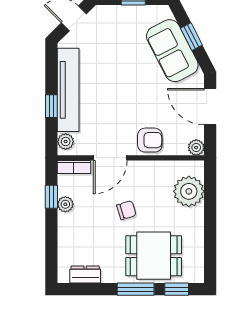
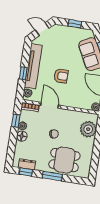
armchair: (150, 140) -> (61, 76), moved
door: (110, 158) -> (50, 105), swing flipped
floor lamp: (67, 223) -> (22, 136), added
window: (177, 289) -> (26, 172), moved

